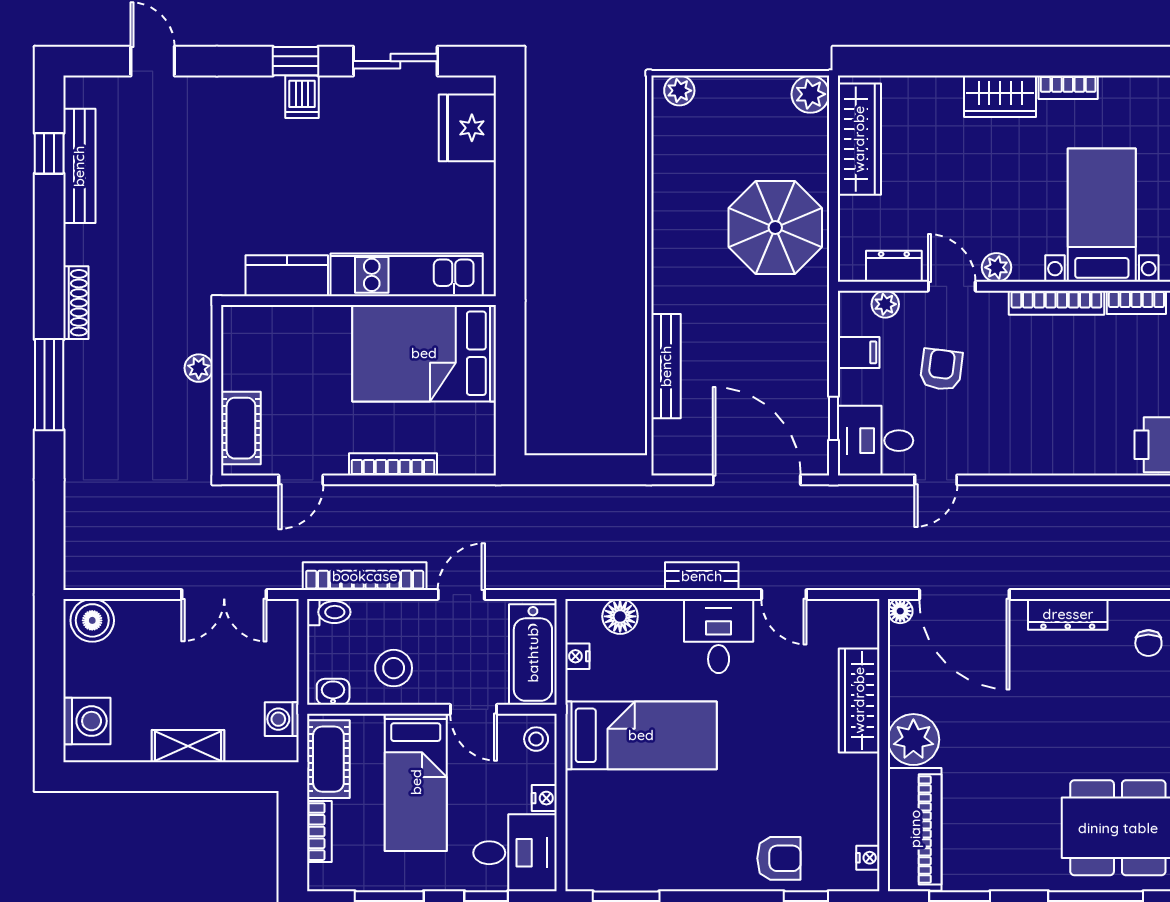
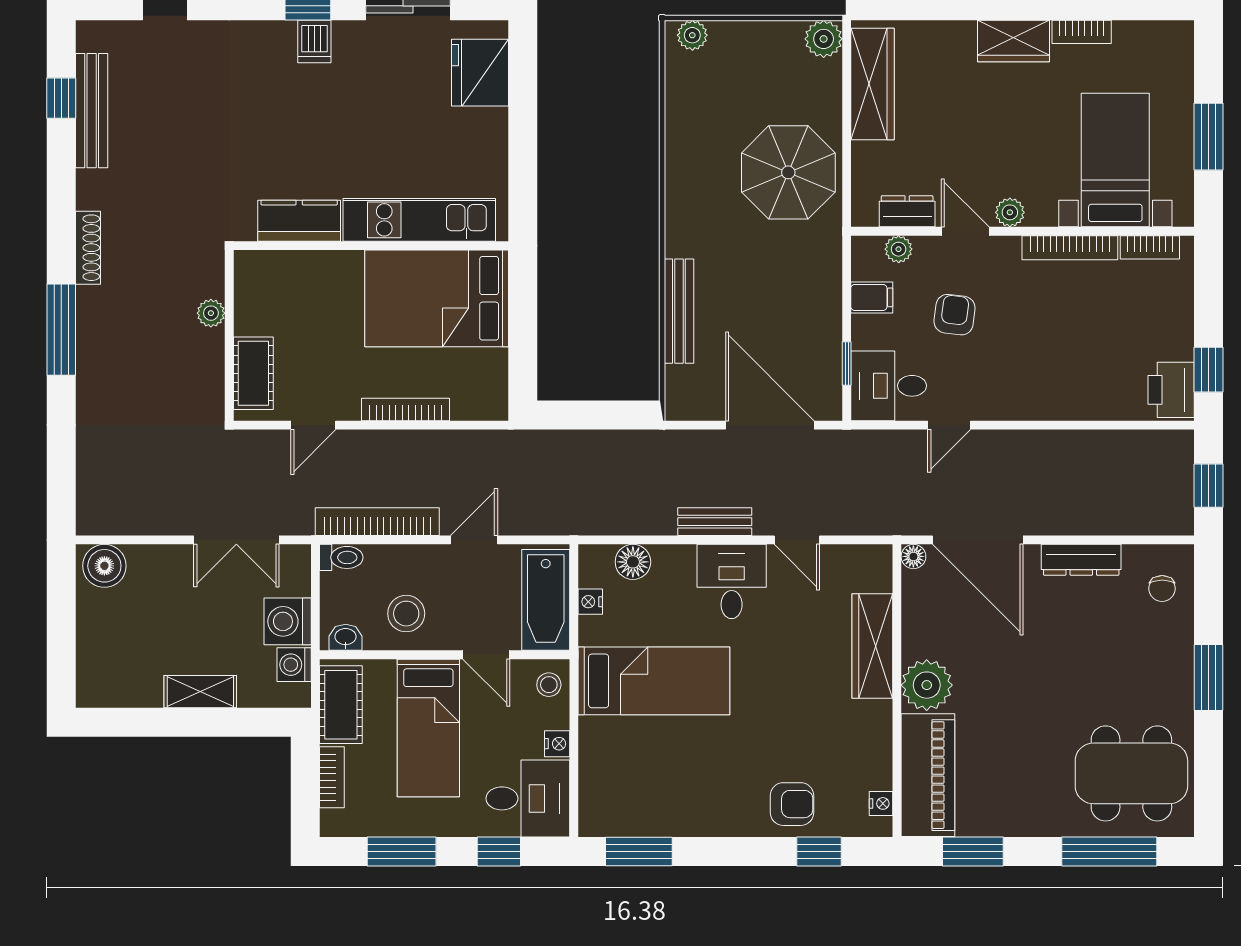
washing machine: (87, 721) -> (288, 621), moved, turned 180

